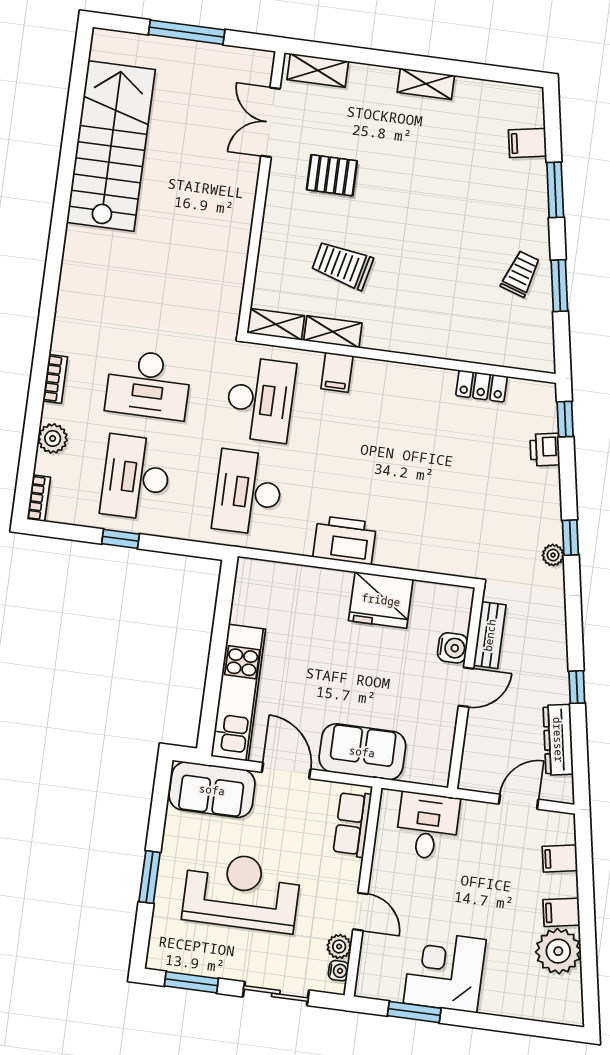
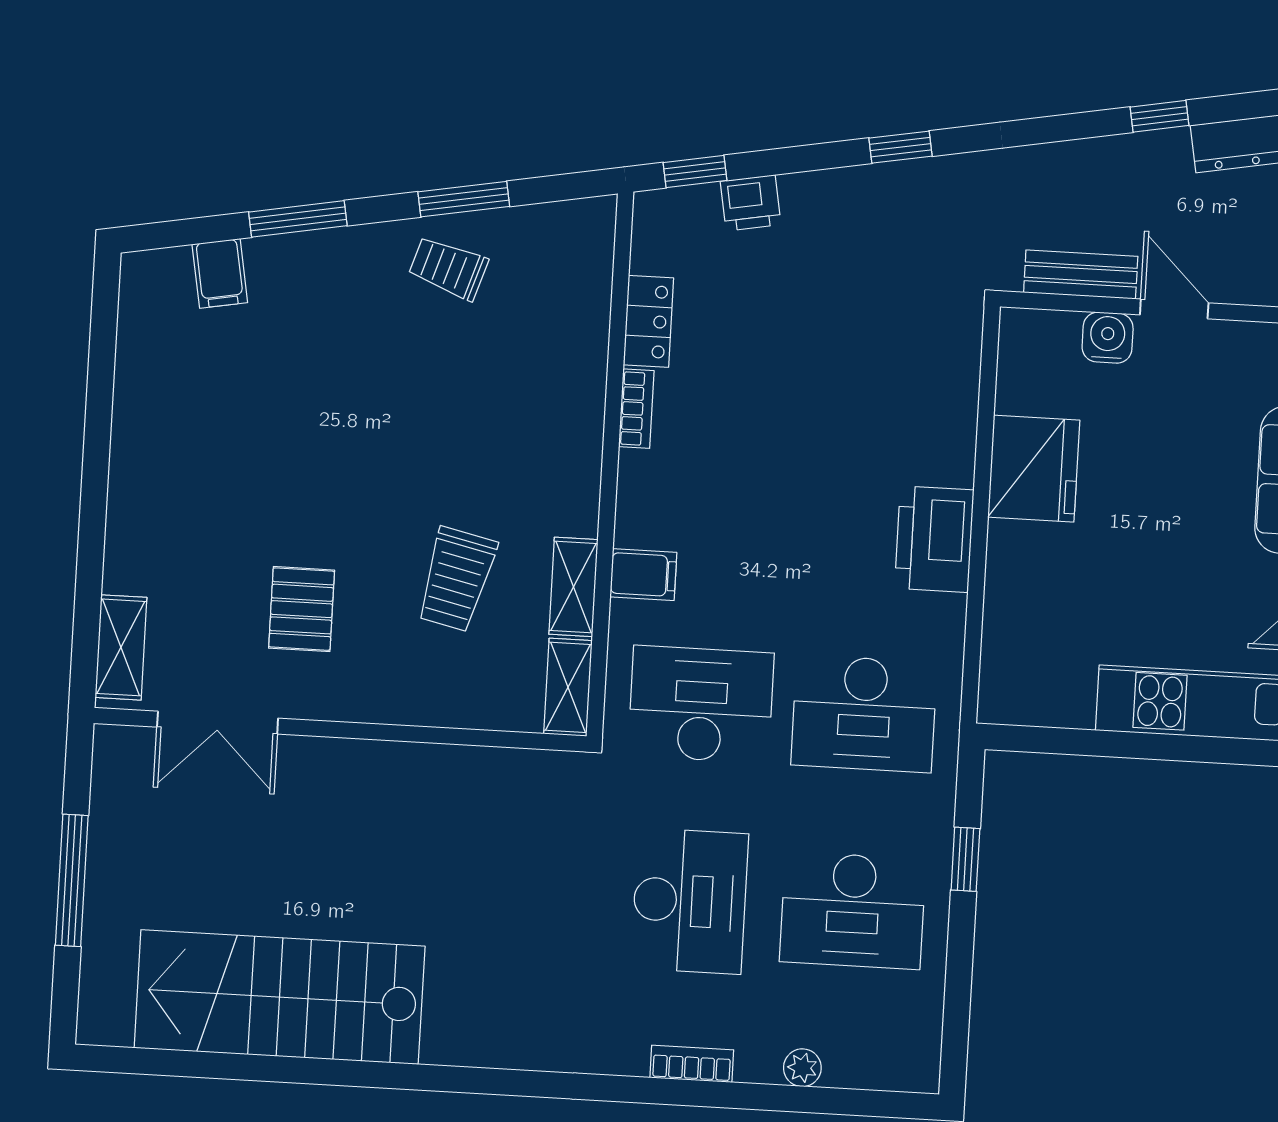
shelving: (426, 84) -> (130, 457), removed
plant: (53, 438) -> (802, 1068), width x0.73, depth x0.73
bookcase: (39, 498) -> (636, 409), moved, turned 90
window: (120, 539) -> (965, 859), moved
plant: (553, 555) -> (933, 175), removed

